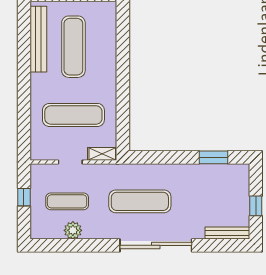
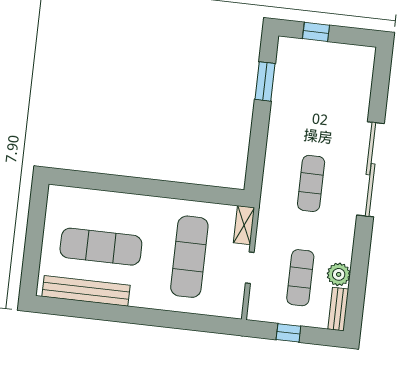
exercise mat: (140, 201) -> (311, 183), width x0.73, depth x0.69
window: (256, 206) -> (316, 32), moved
bench: (227, 233) -> (338, 309), moved, width x0.73

